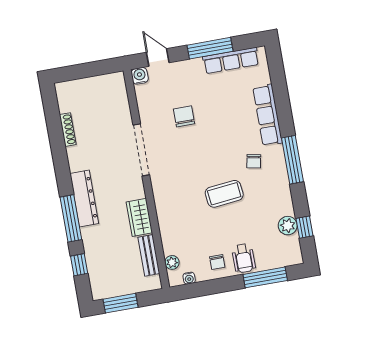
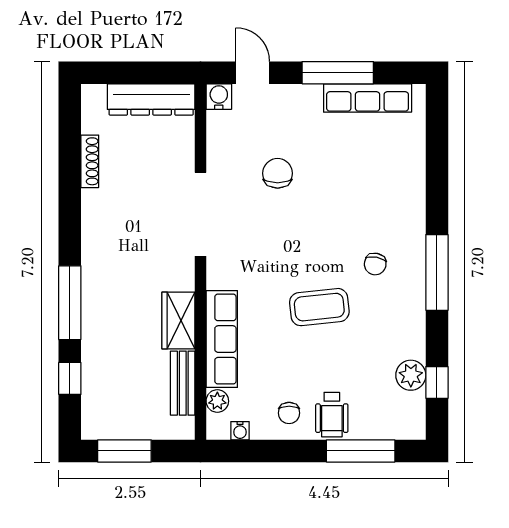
row of seats: (268, 115) -> (222, 339), moved, turned 180
dresser: (84, 199) -> (151, 99), moved, turned 90

